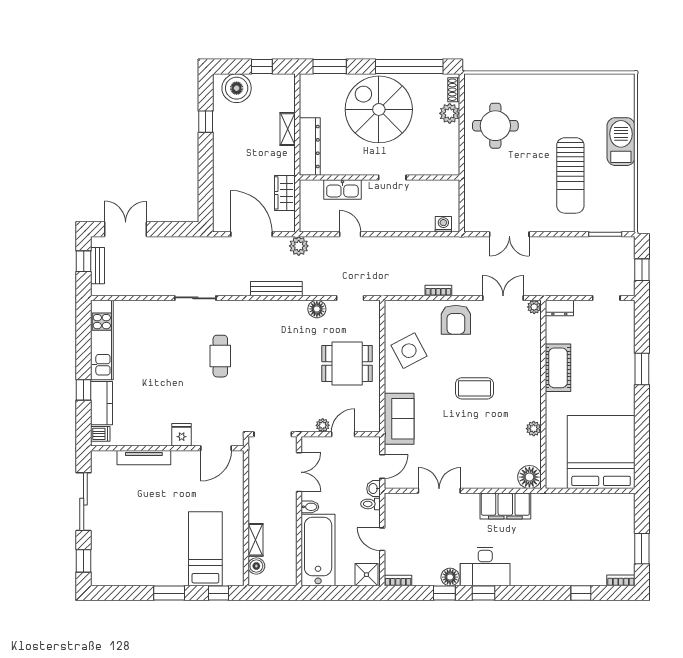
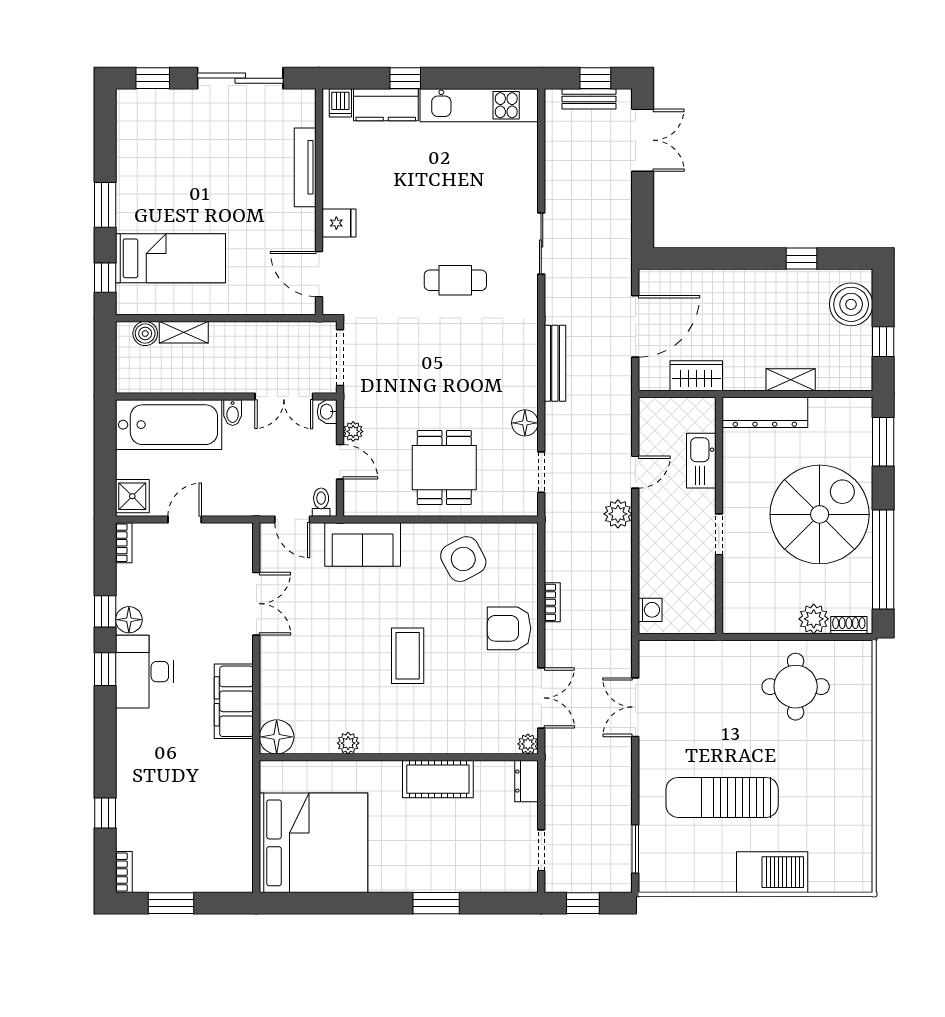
plant: (299, 246) -> (618, 514), moved
washbasin: (373, 489) -> (327, 412), moved, turned -90
toilet: (370, 504) -> (321, 502), moved

